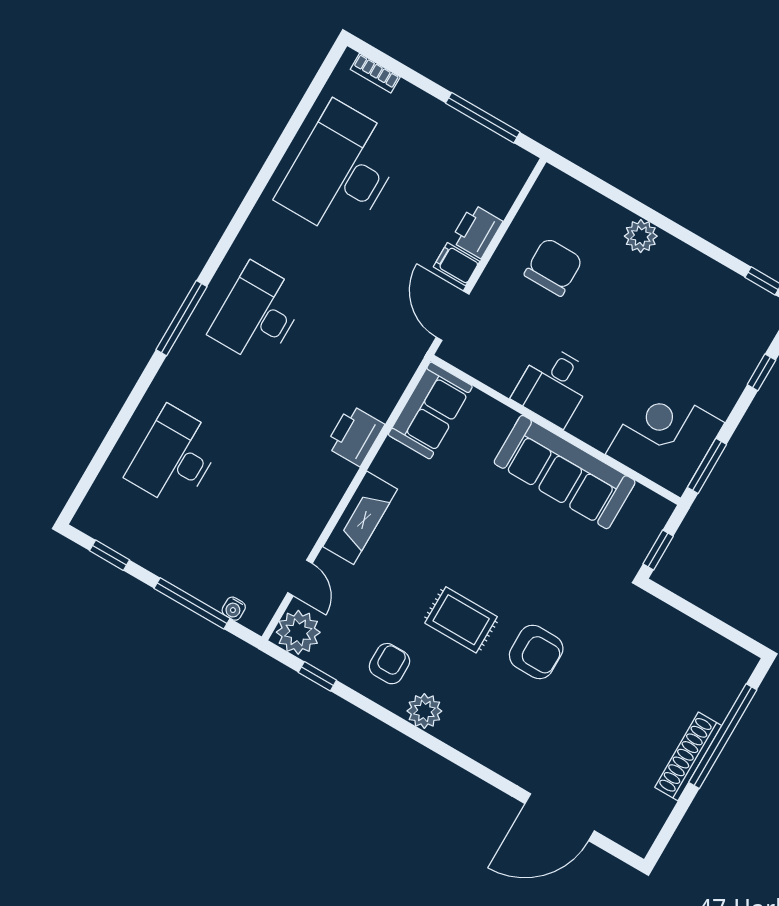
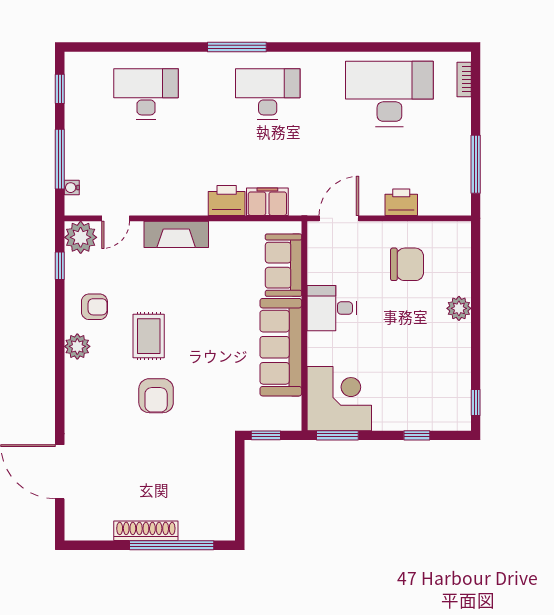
filing cabinet: (457, 264) -> (267, 202), moved, width x2.00
sofa: (430, 410) -> (284, 265), moved, turned 90

